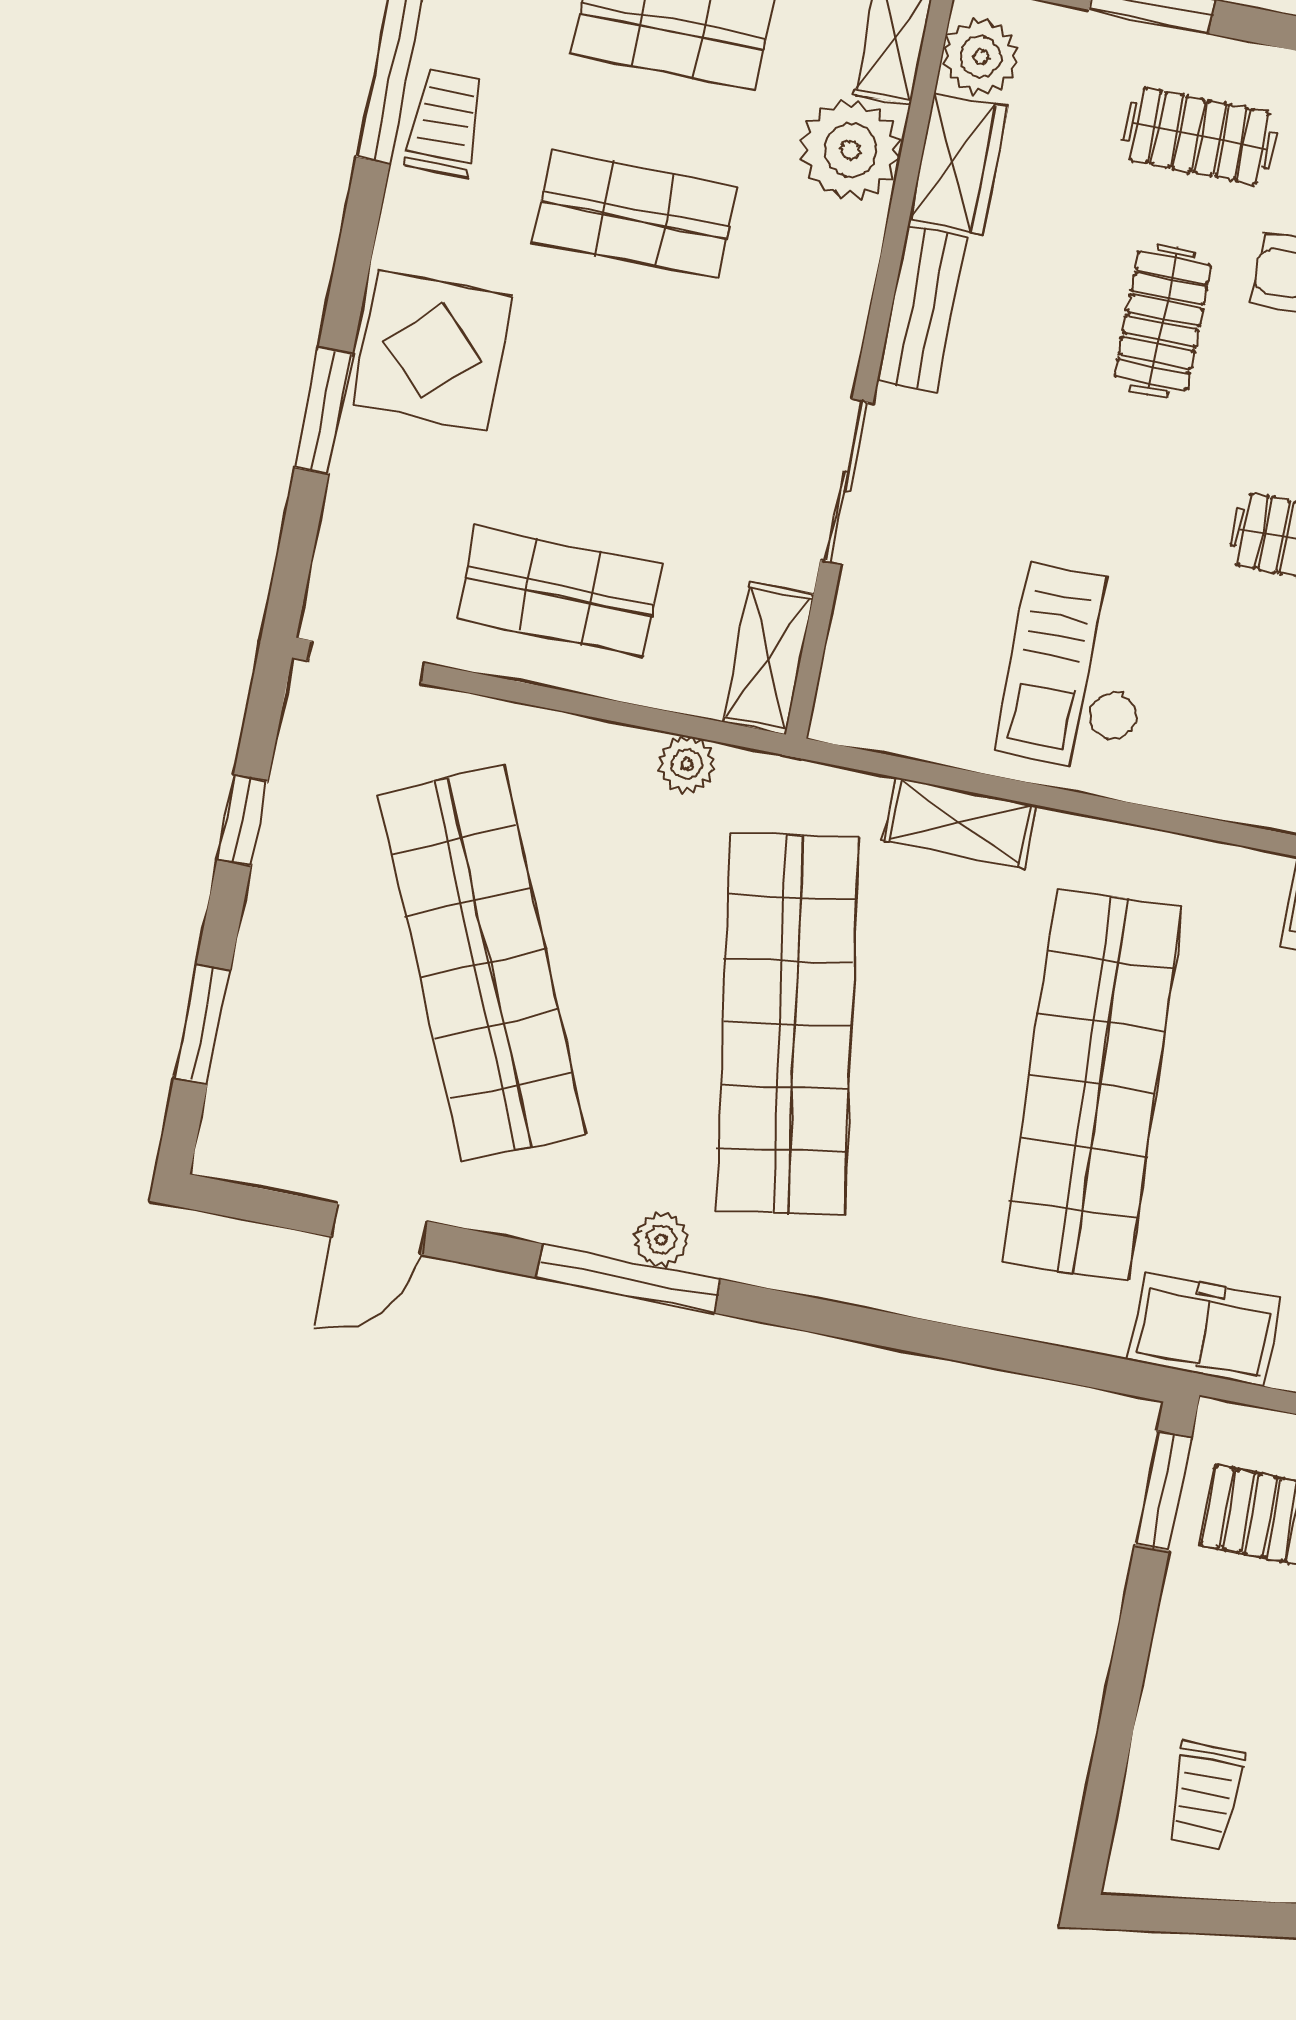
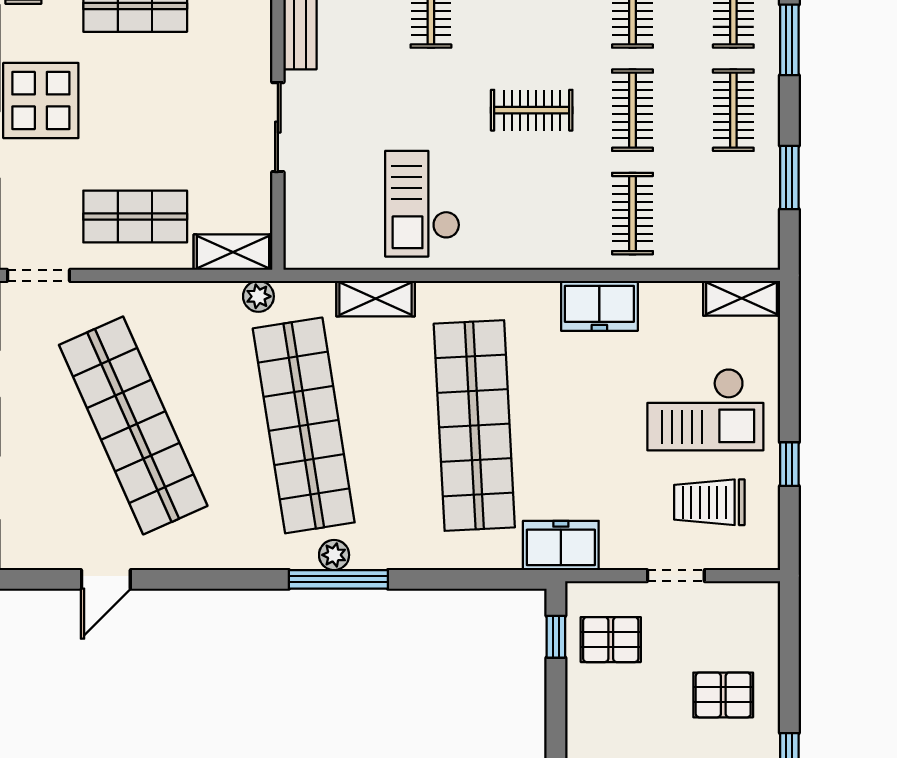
shelving: (768, 658) -> (233, 252), moved, turned 90
plant: (687, 764) -> (258, 296), moved
plant: (661, 1240) -> (334, 555), moved
window: (629, 1278) -> (338, 579), moved
window: (1163, 1491) -> (556, 637), width x0.67

